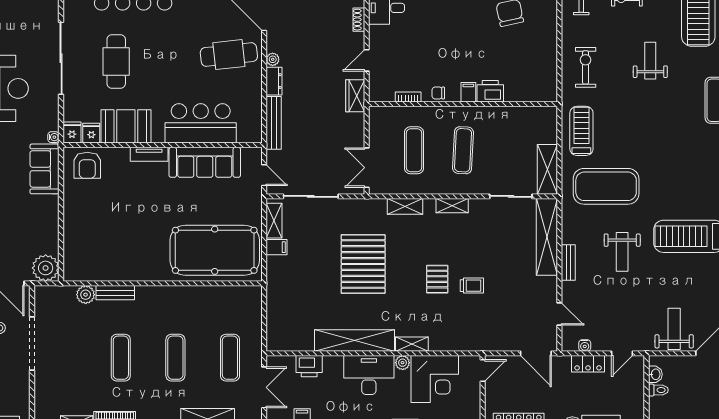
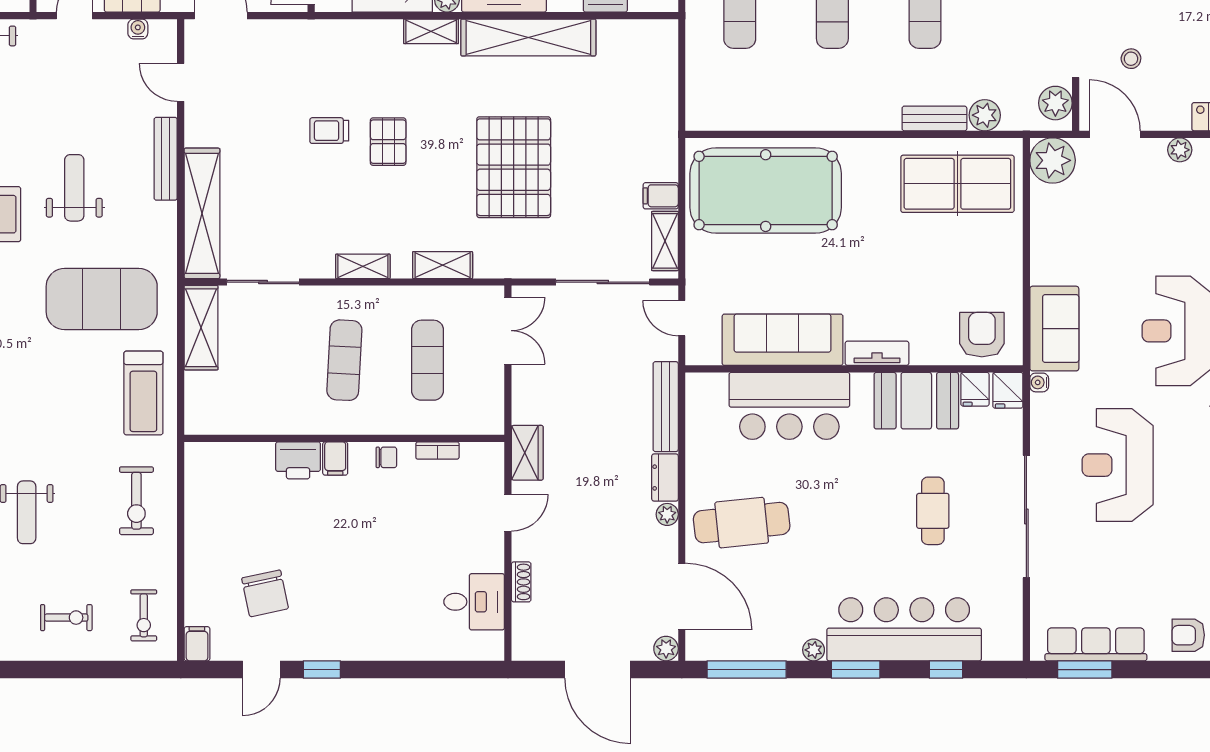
cafe table: (116, 61) -> (933, 511), width x0.73, depth x0.74
table tennis table: (102, 254) -> (957, 184), added
bench: (568, 262) -> (166, 159), width x1.36
plant: (44, 302) -> (1055, 103), added

